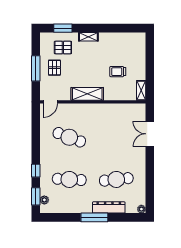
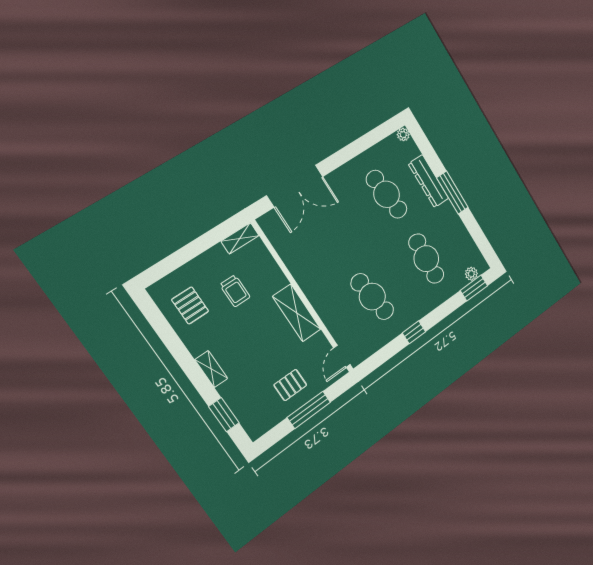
pallet: (63, 48) -> (190, 305), moved
door: (50, 102) -> (342, 356), swing flipped
double door: (150, 134) -> (295, 186), width x1.37
cafe table: (69, 137) -> (372, 297), turned -30
window: (36, 171) -> (414, 332), moved

